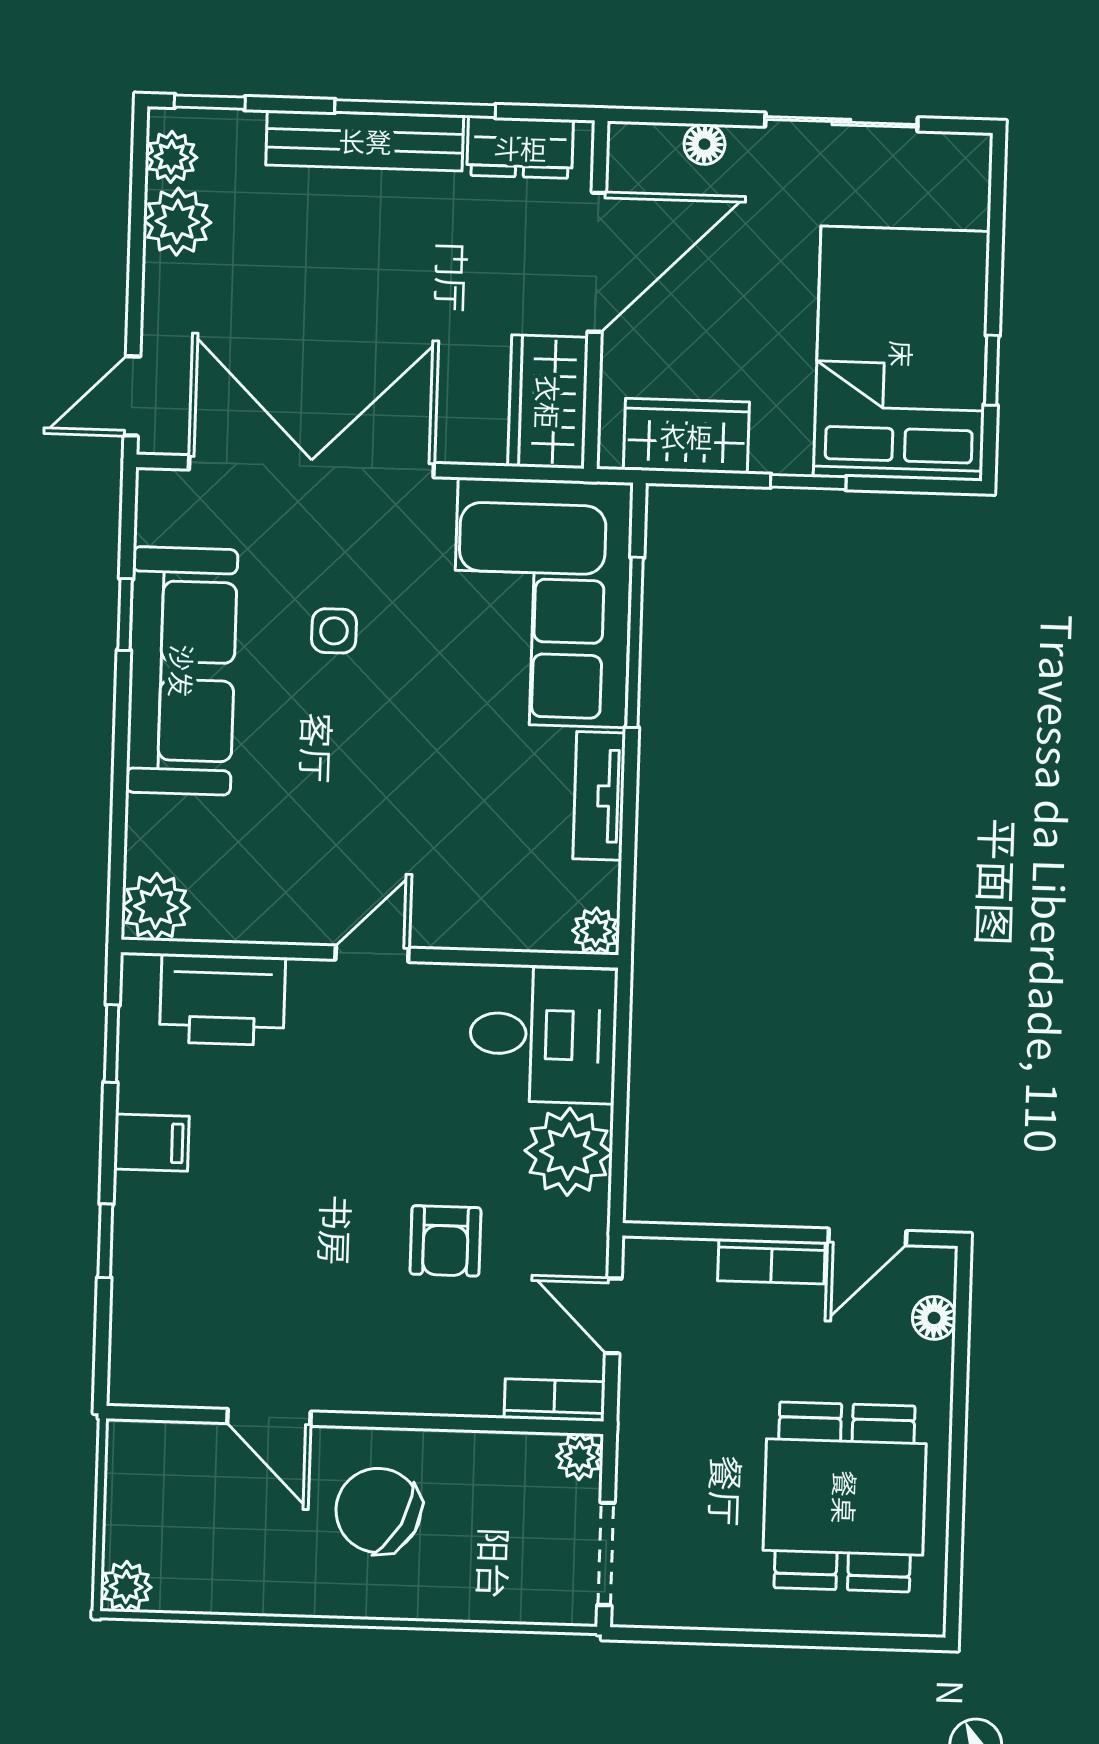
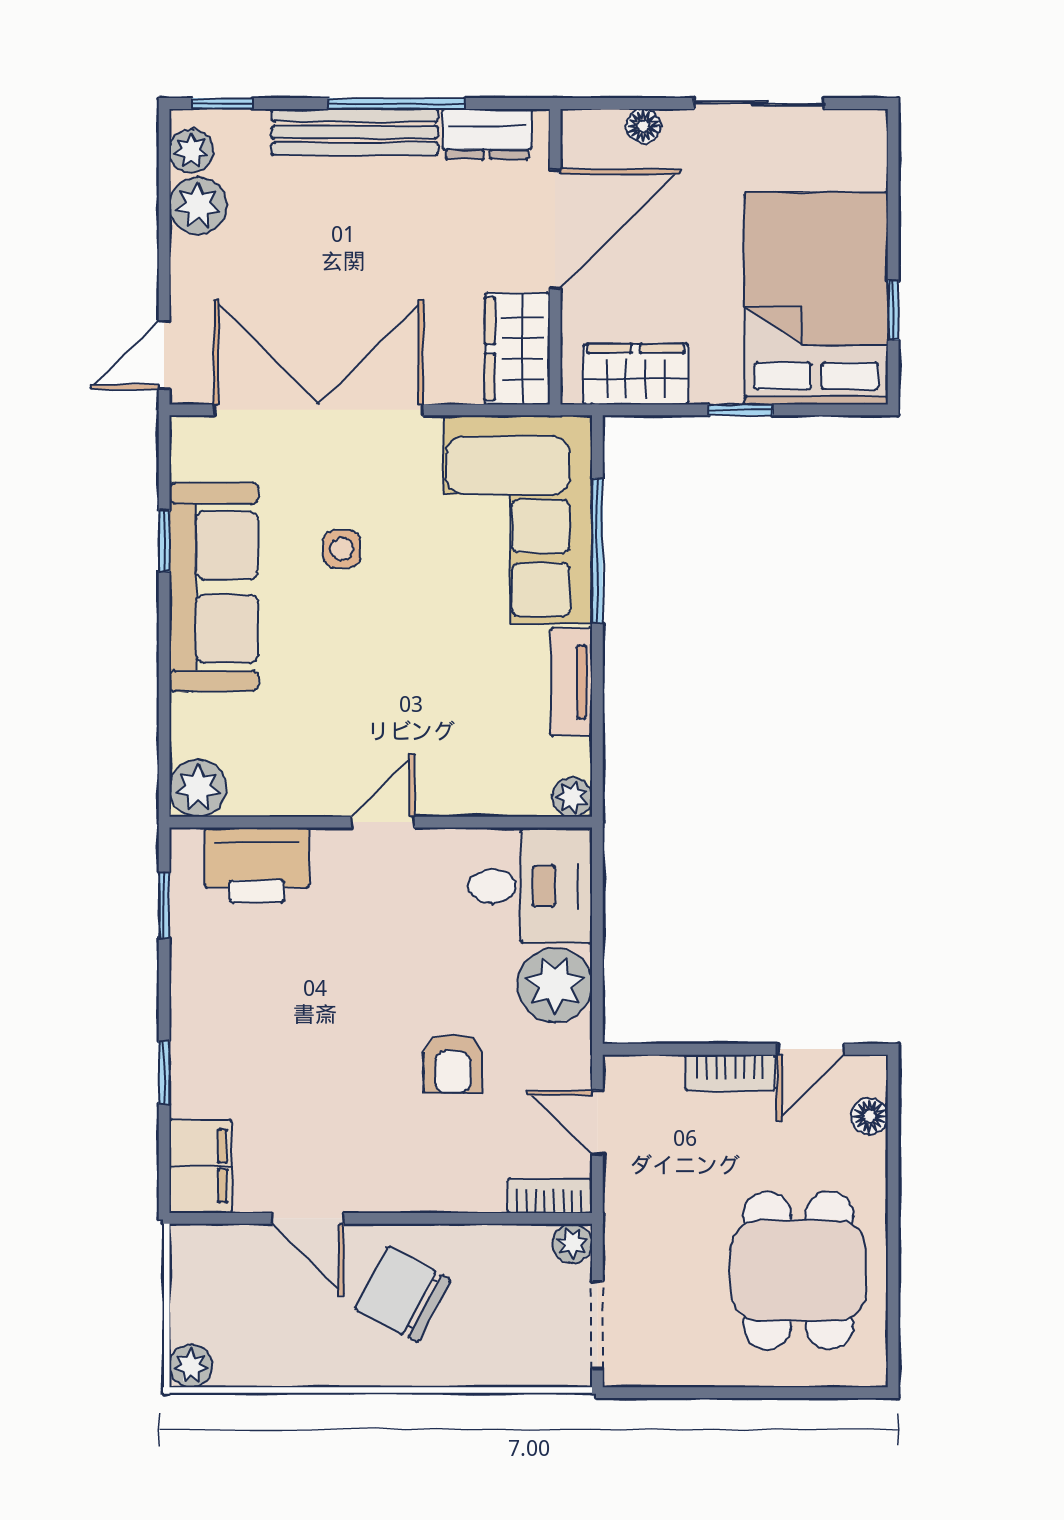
filing cabinet: (152, 1143) -> (201, 1166), moved, width x2.00

